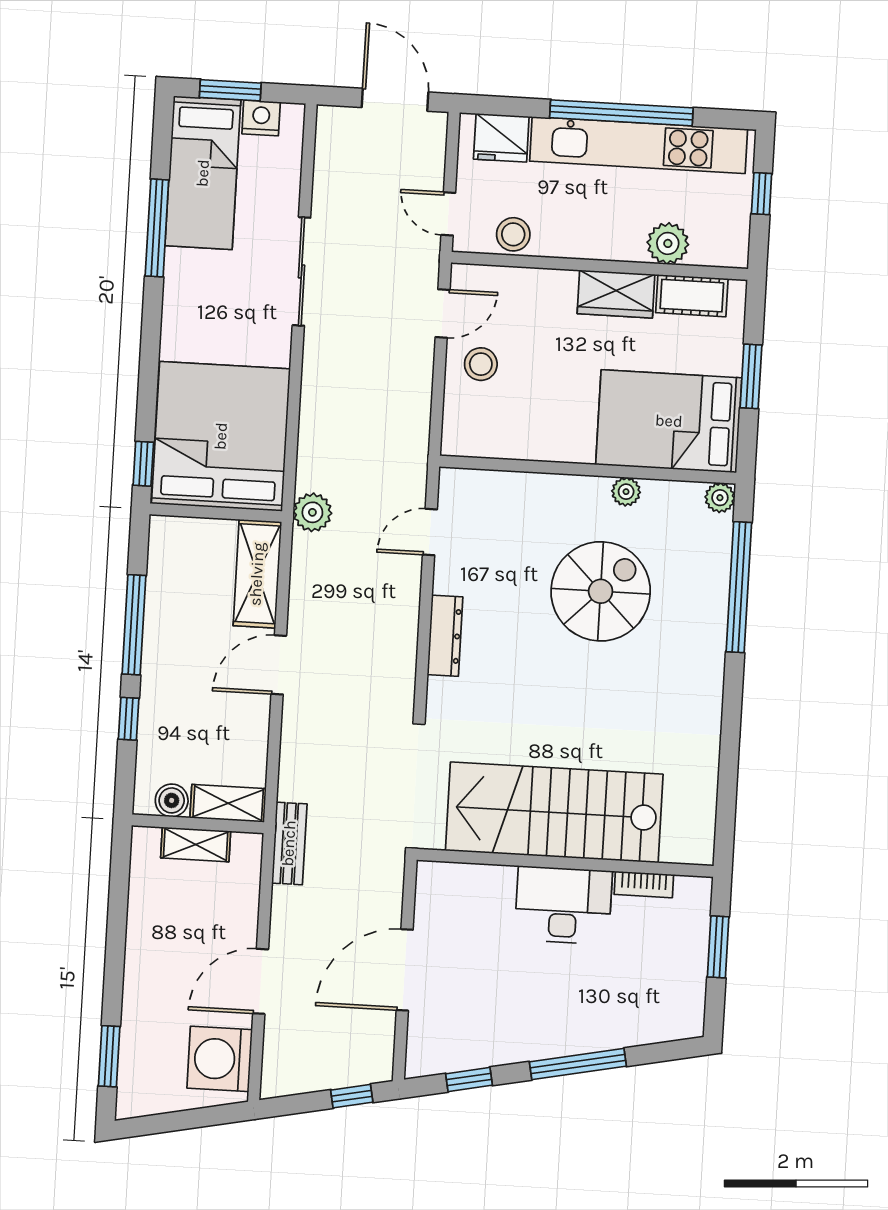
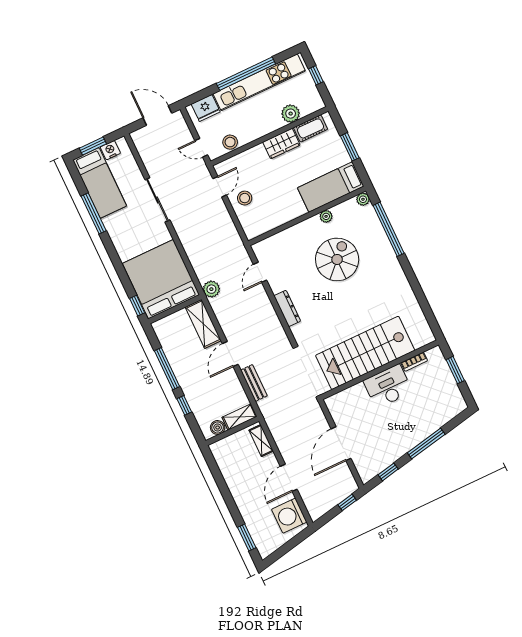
bed: (669, 421) -> (331, 187), width x0.67
bench: (289, 843) -> (254, 383), moved
shelving: (196, 844) -> (261, 441), moved, turned 90

